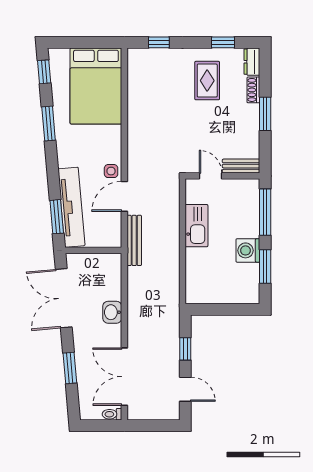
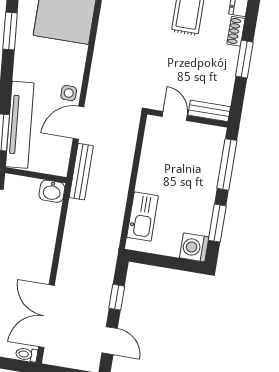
kitchen sink: (196, 226) -> (143, 217), moved
washing machine: (248, 250) -> (194, 247), moved
washbasin: (112, 312) -> (52, 191), moved, turned -90

